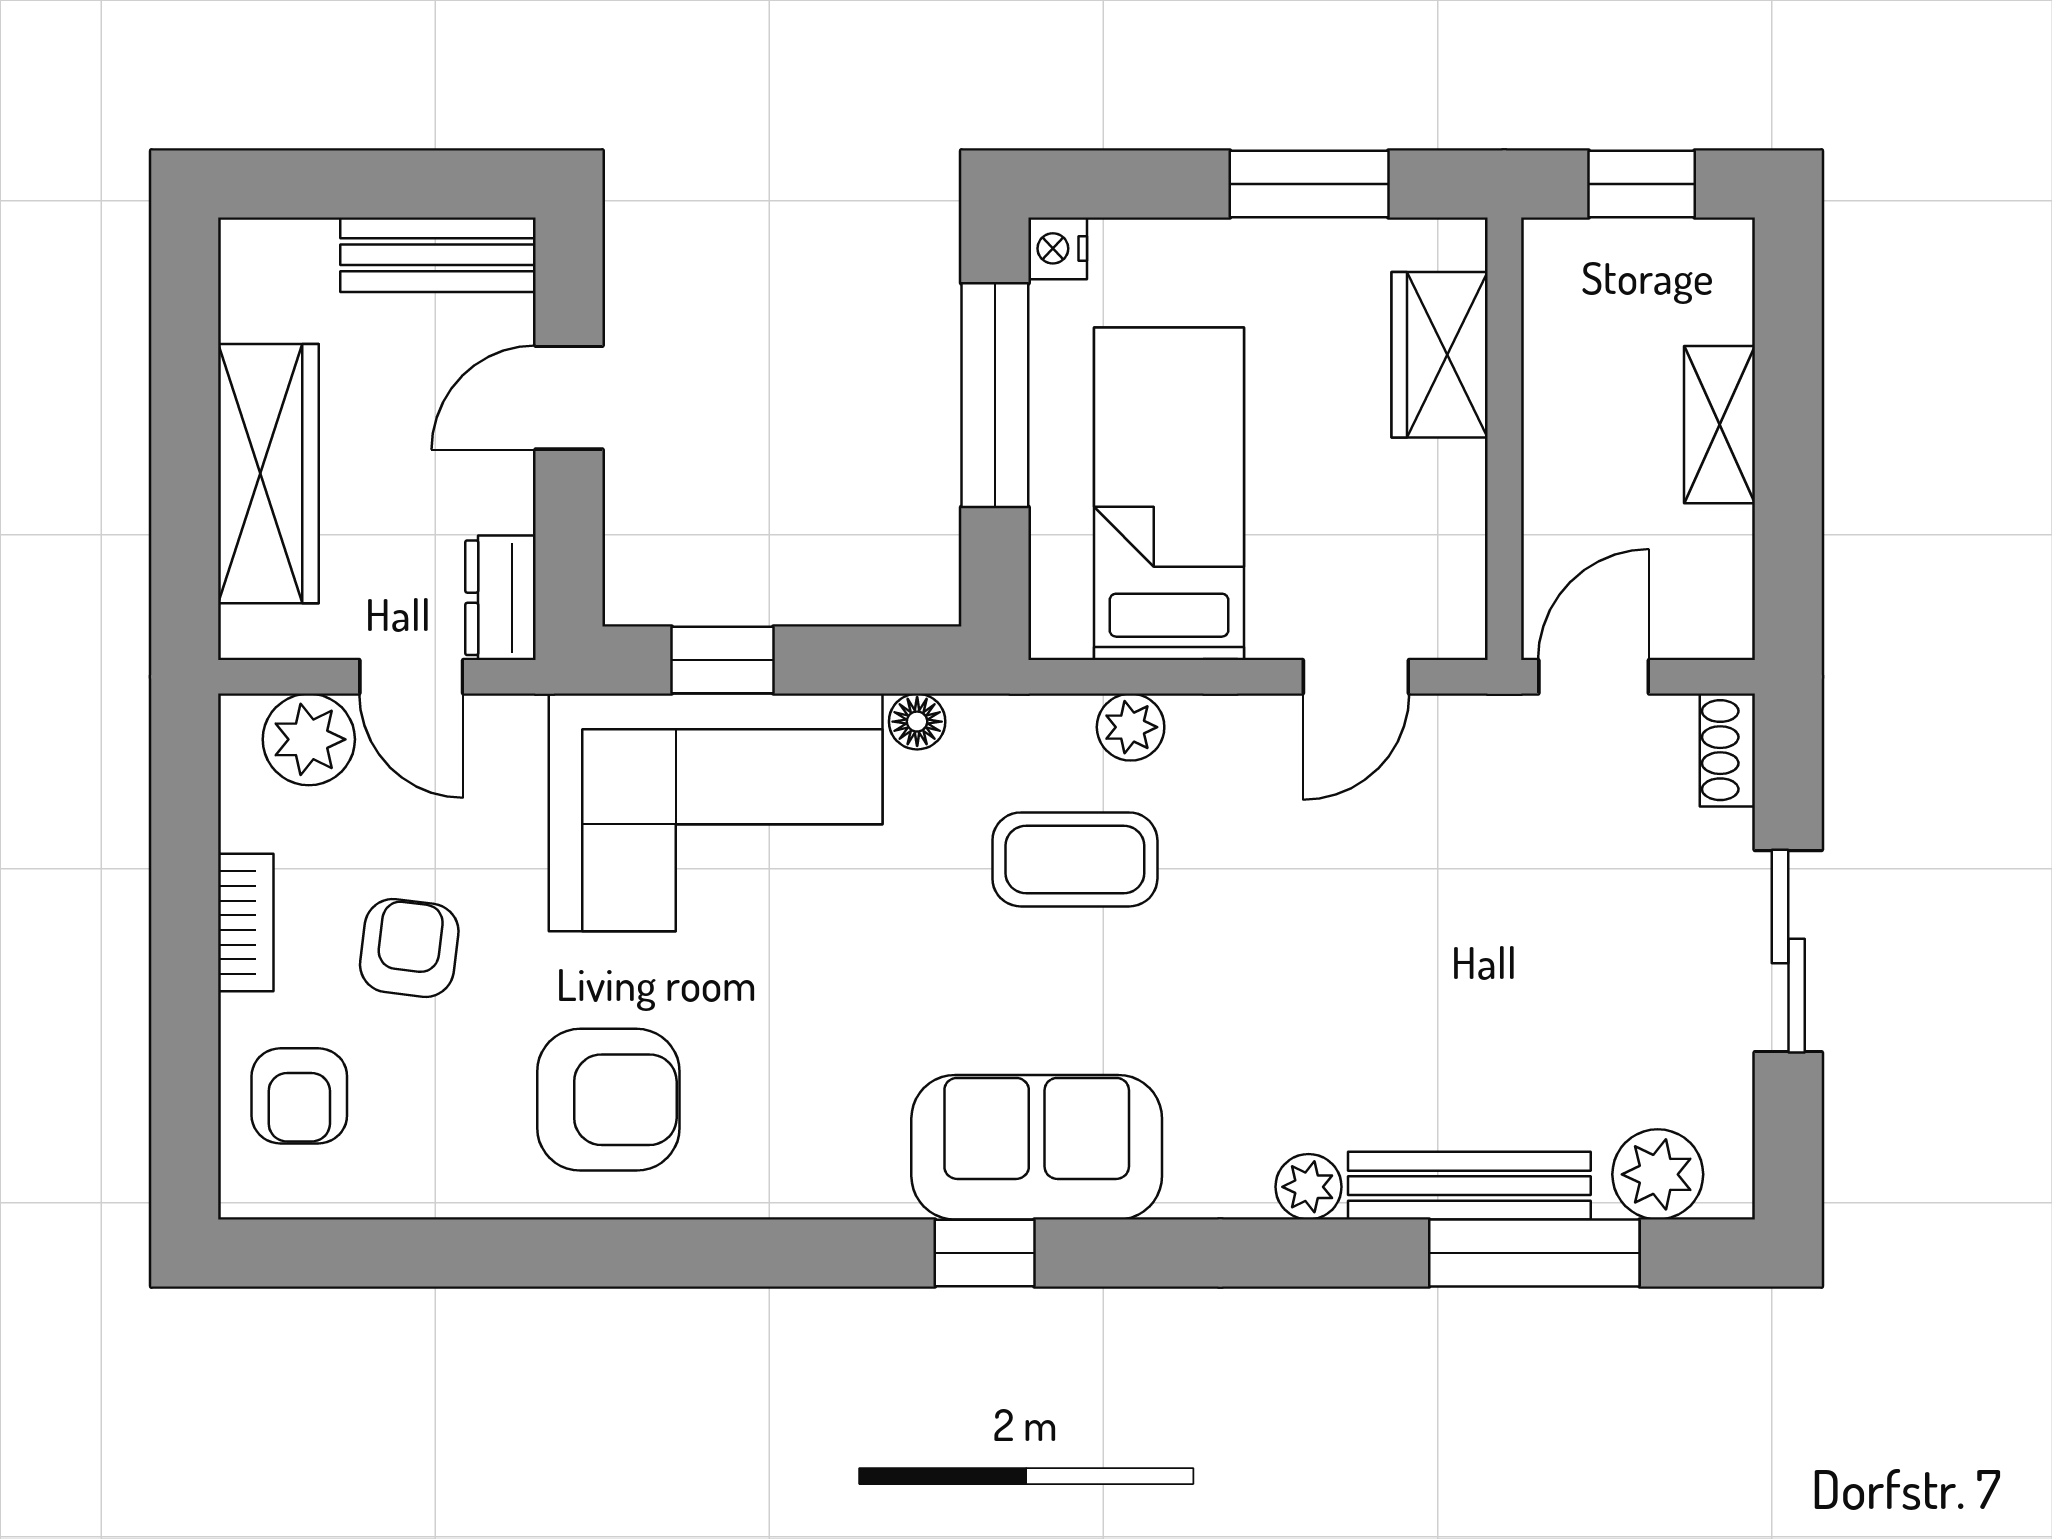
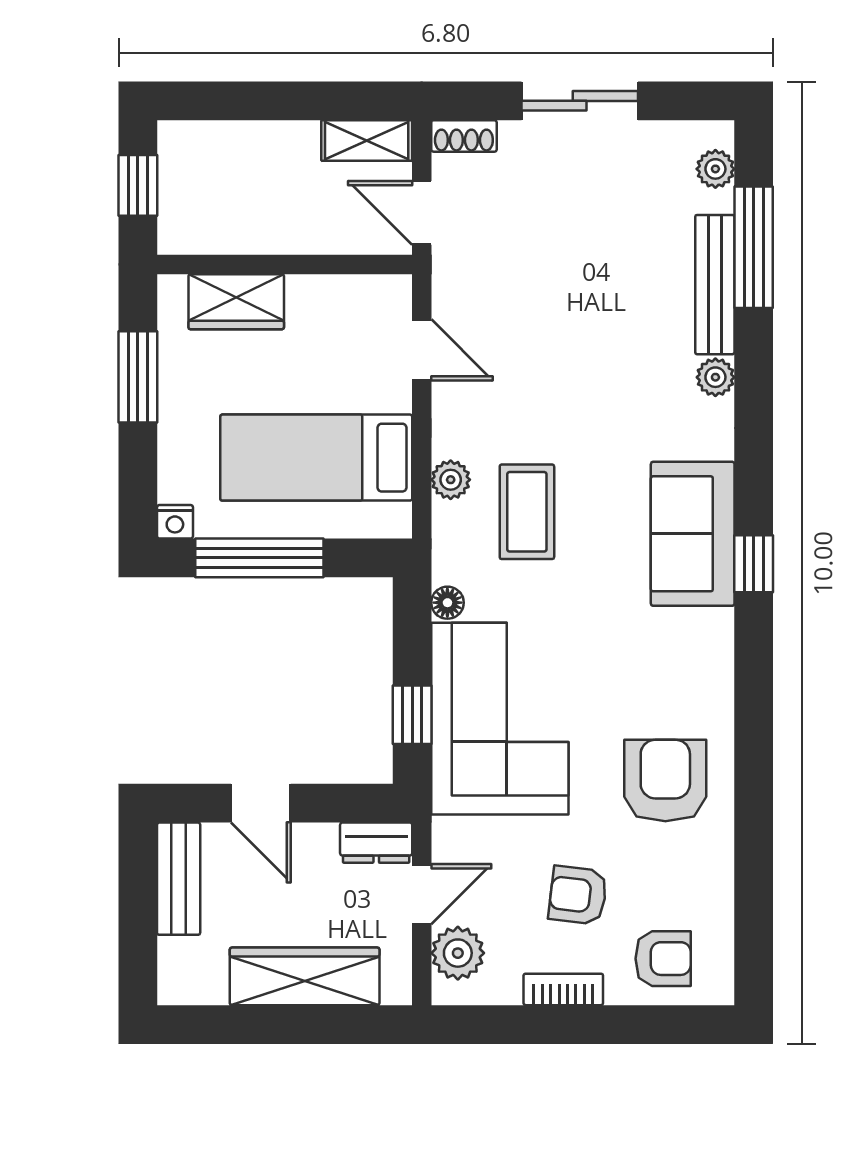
shelving: (1719, 425) -> (367, 140), moved
plant: (1658, 1174) -> (715, 169), width x0.73, depth x0.73

